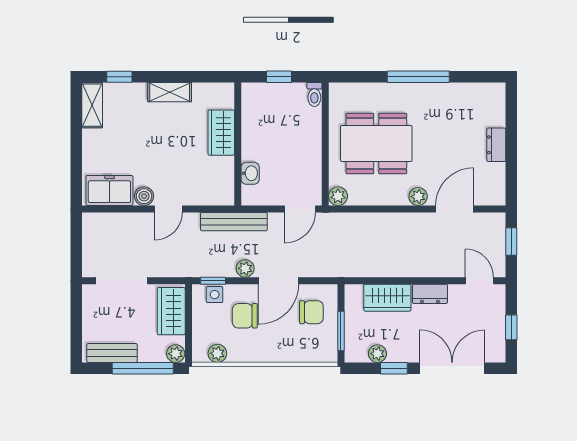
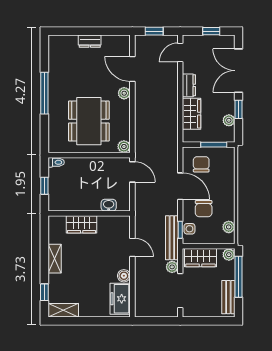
door: (168, 209) -> (132, 247), moved
bench: (234, 222) -> (172, 238), moved
plant: (245, 268) -> (172, 267), moved

